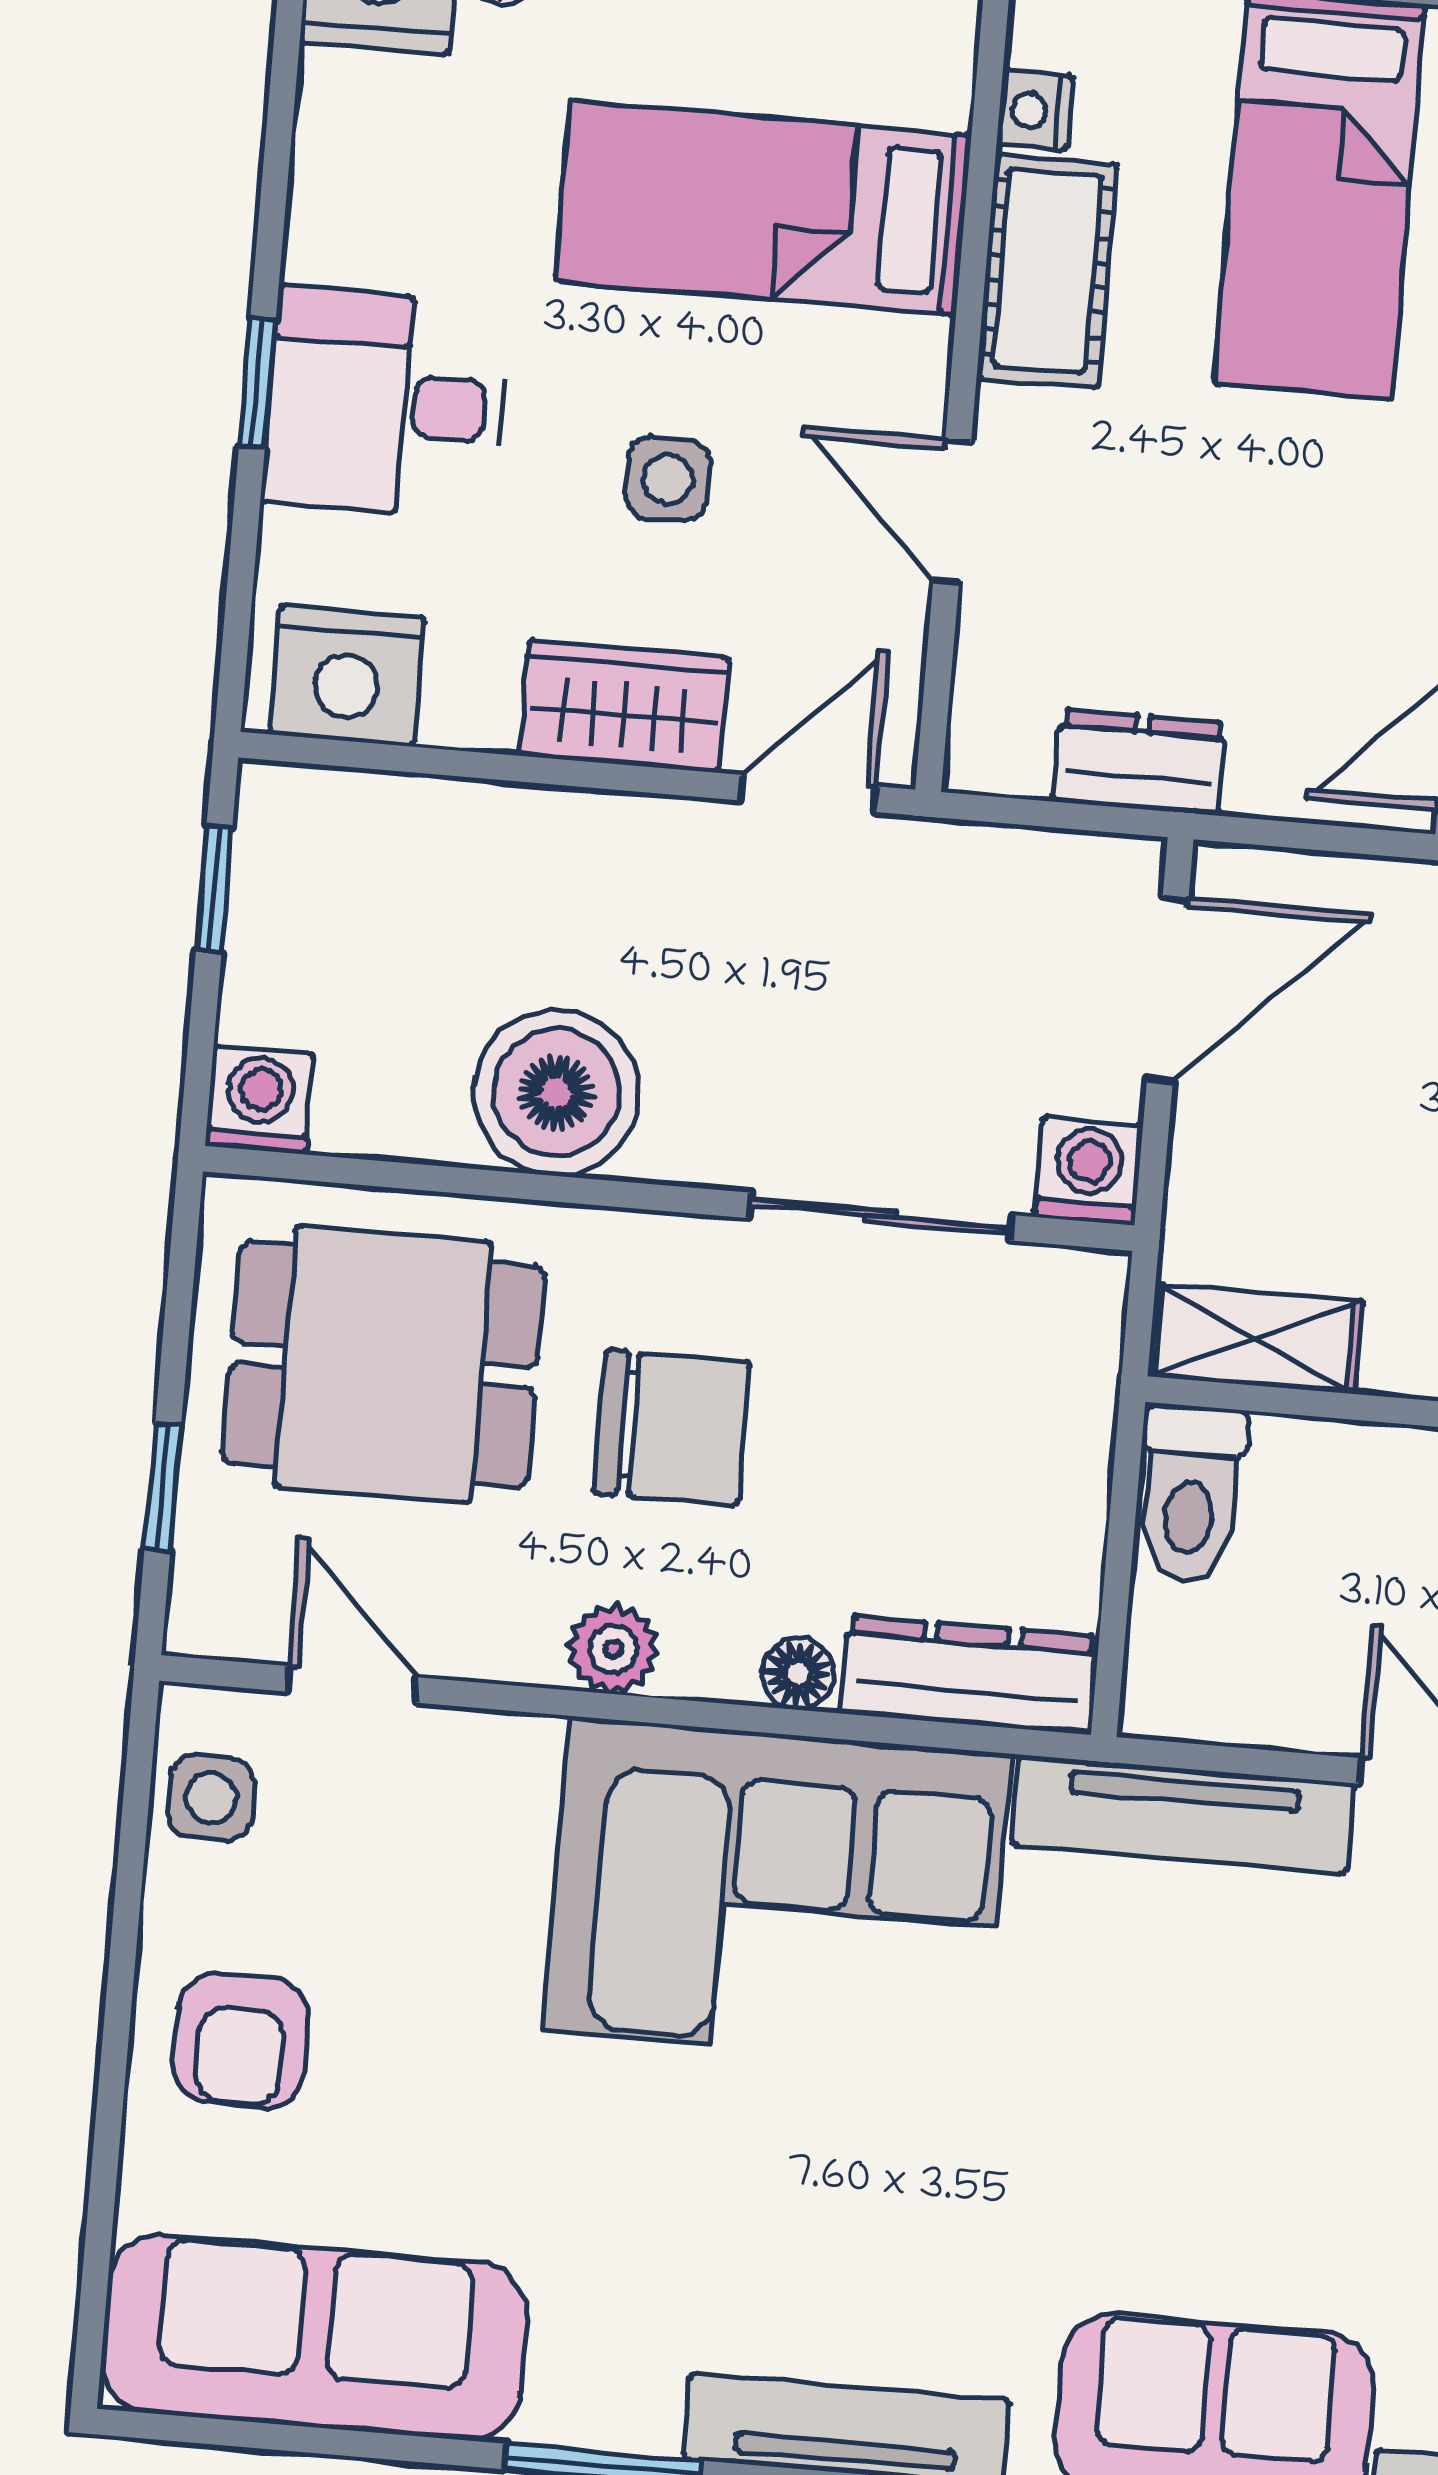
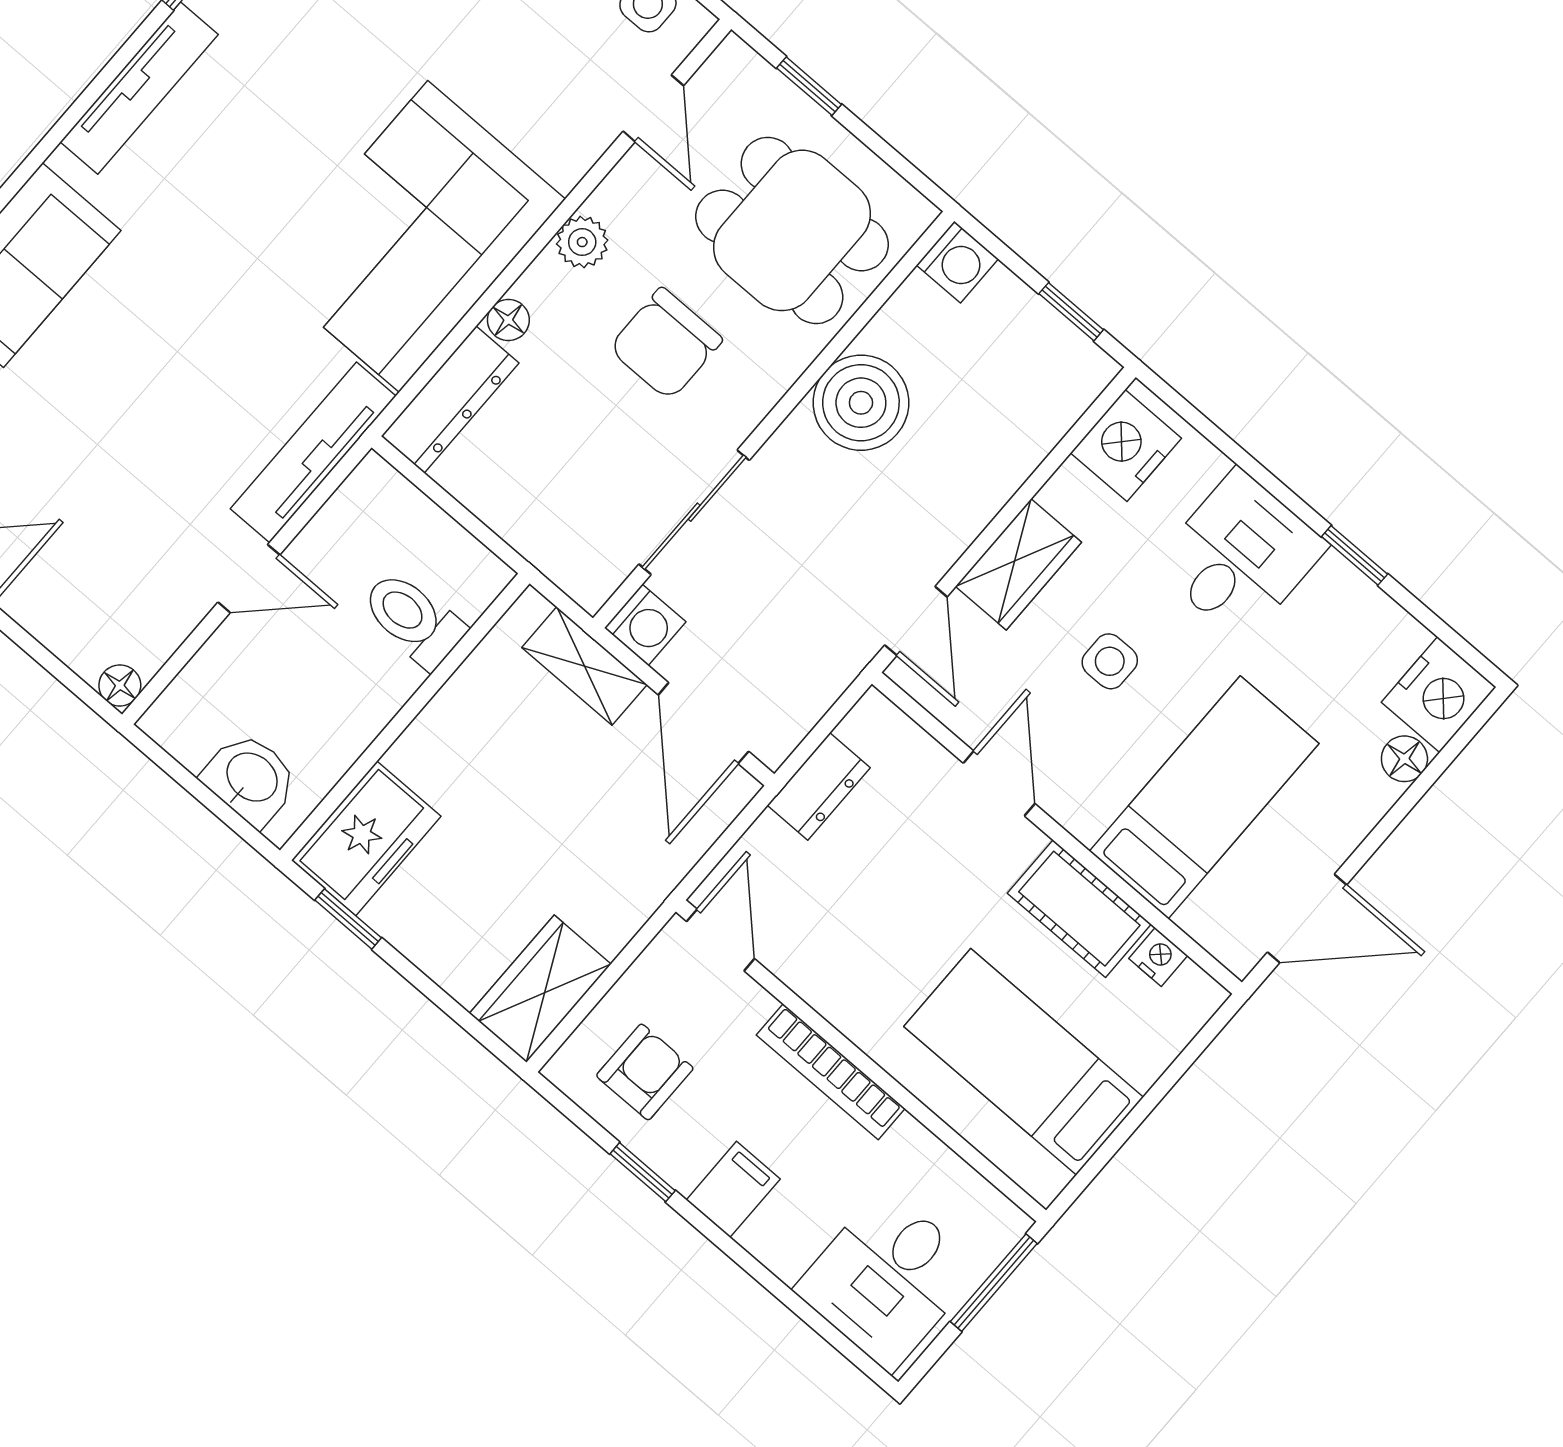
window: (257, 383) -> (1355, 555), moved
door: (952, 511) -> (999, 783), hinge flipped
shelving: (1255, 1339) -> (584, 666), moved, turned 90
dining table: (383, 1365) -> (792, 230), turned 90
toilet: (1190, 1493) -> (413, 619), moved
door: (352, 1684) -> (653, 108), hinge flipped

